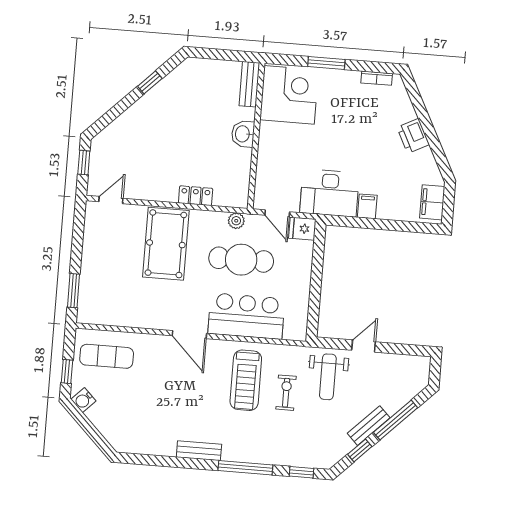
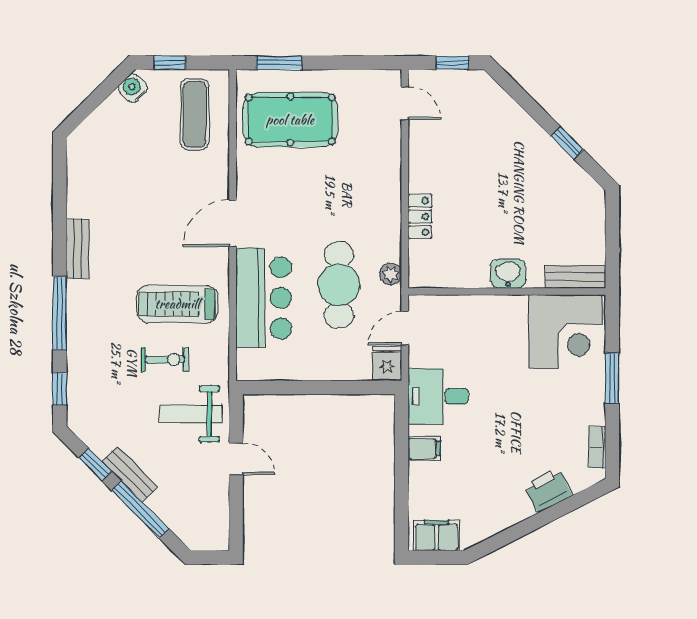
printer: (413, 136) -> (548, 490), moved
desk: (329, 193) -> (438, 396), width x0.73
pool table: (166, 244) -> (290, 120), moved

